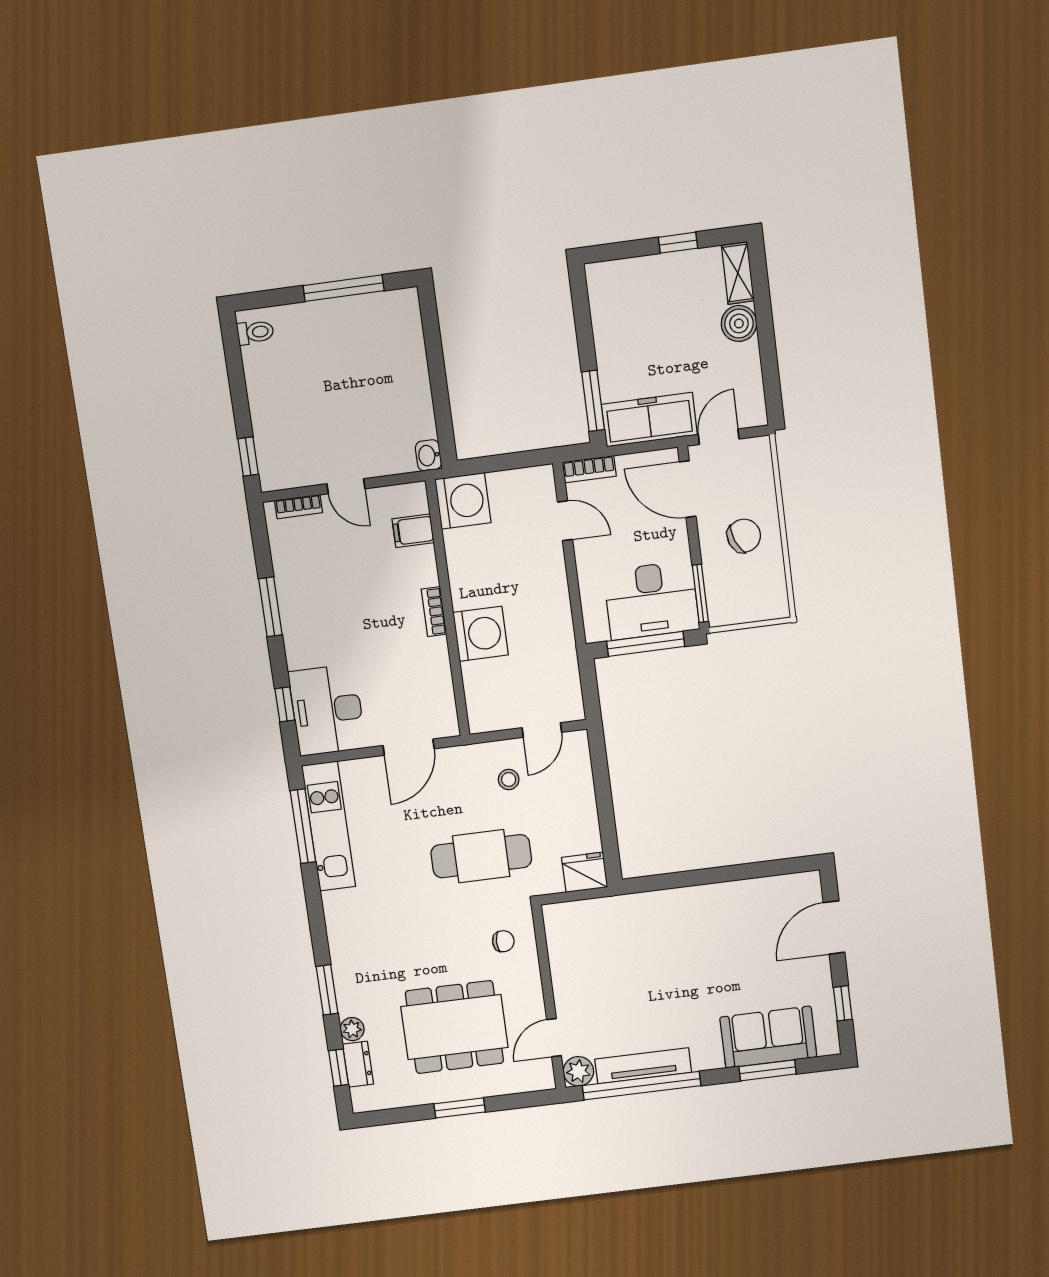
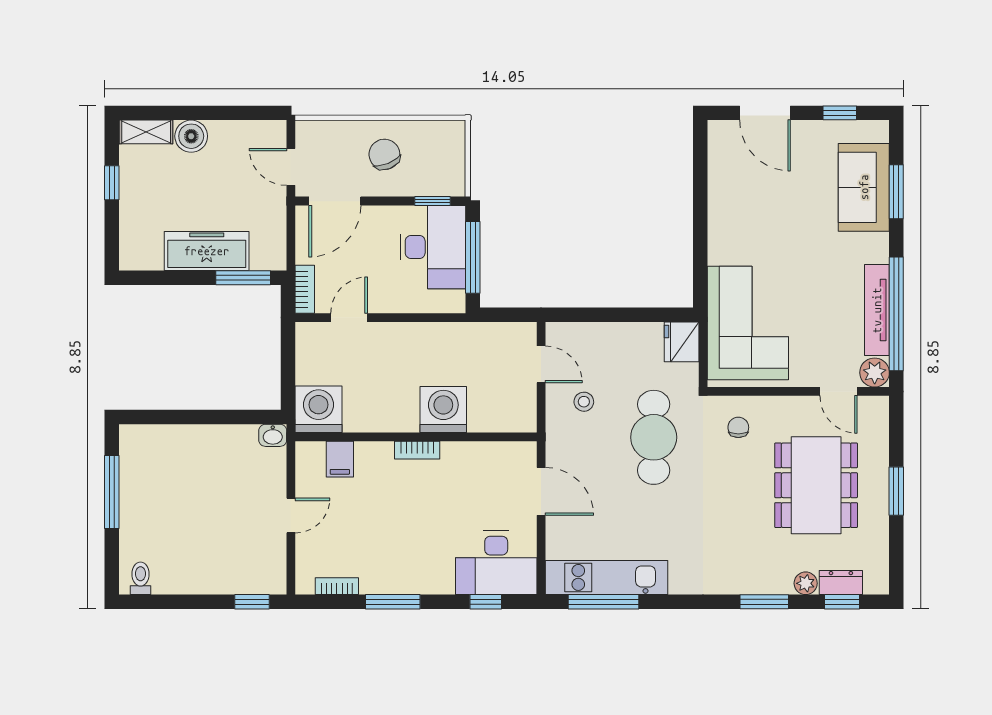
freezer: (649, 420) -> (207, 251), moved, turned 90
bookcase: (299, 507) -> (337, 586), moved, turned -90
window: (700, 593) -> (432, 201), width x0.67
corner sofa: (613, 937) -> (748, 323), added

